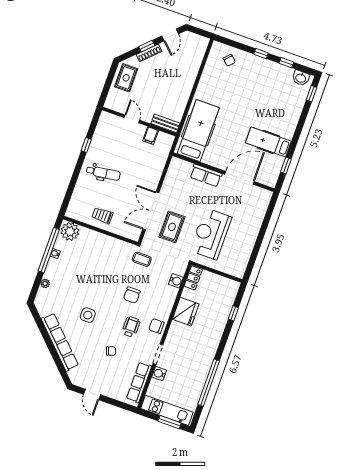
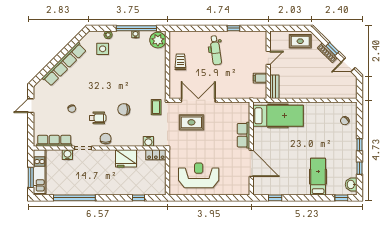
hospital bed: (268, 142) -> (318, 177), moved
reception desk: (211, 234) -> (199, 175), moved
side table: (88, 315) -> (103, 49), moved

